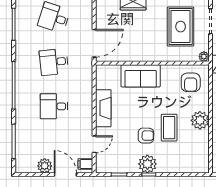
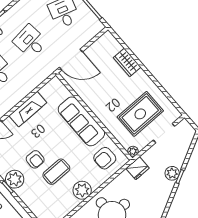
sofa: (141, 76) -> (81, 121), width x1.36

